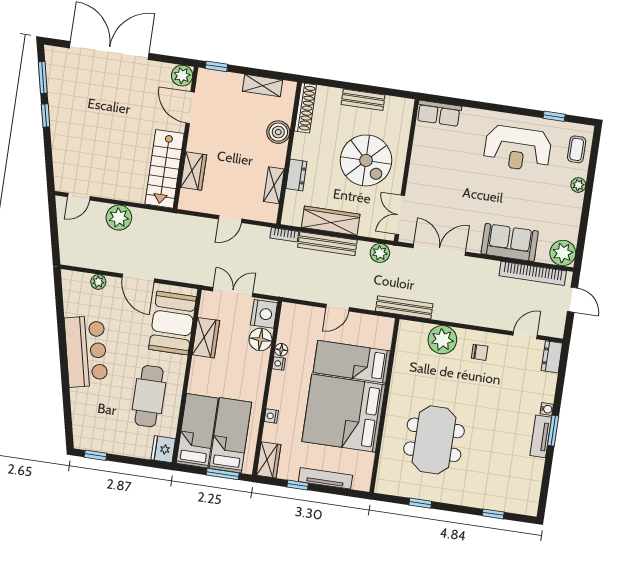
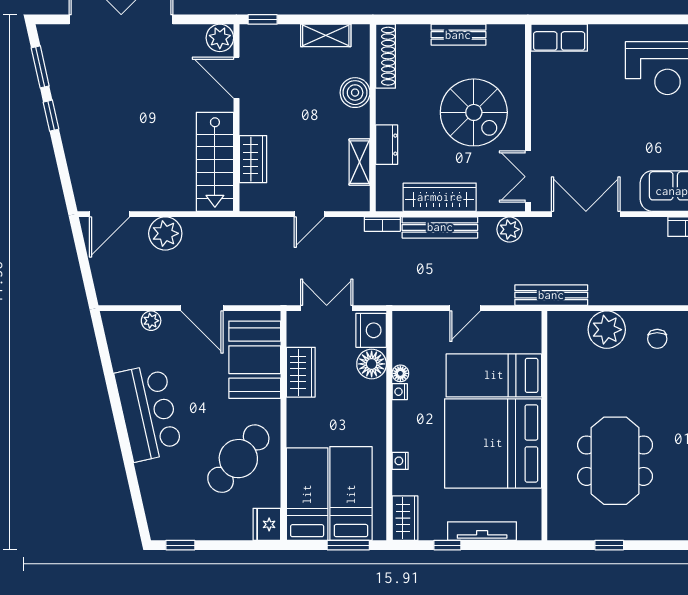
door: (79, 197) -> (110, 214), width x1.38
chair: (480, 352) -> (657, 339), turned 90
cafe table: (149, 396) -> (238, 459), turned 40

